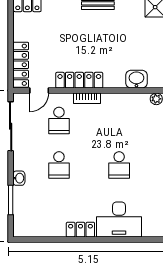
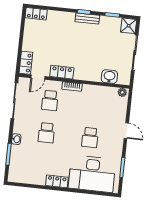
locker: (21, 65) -> (26, 63), width x0.66
locker: (79, 80) -> (62, 72), width x0.66
desk: (119, 220) -> (92, 174), width x1.36, depth x1.30

